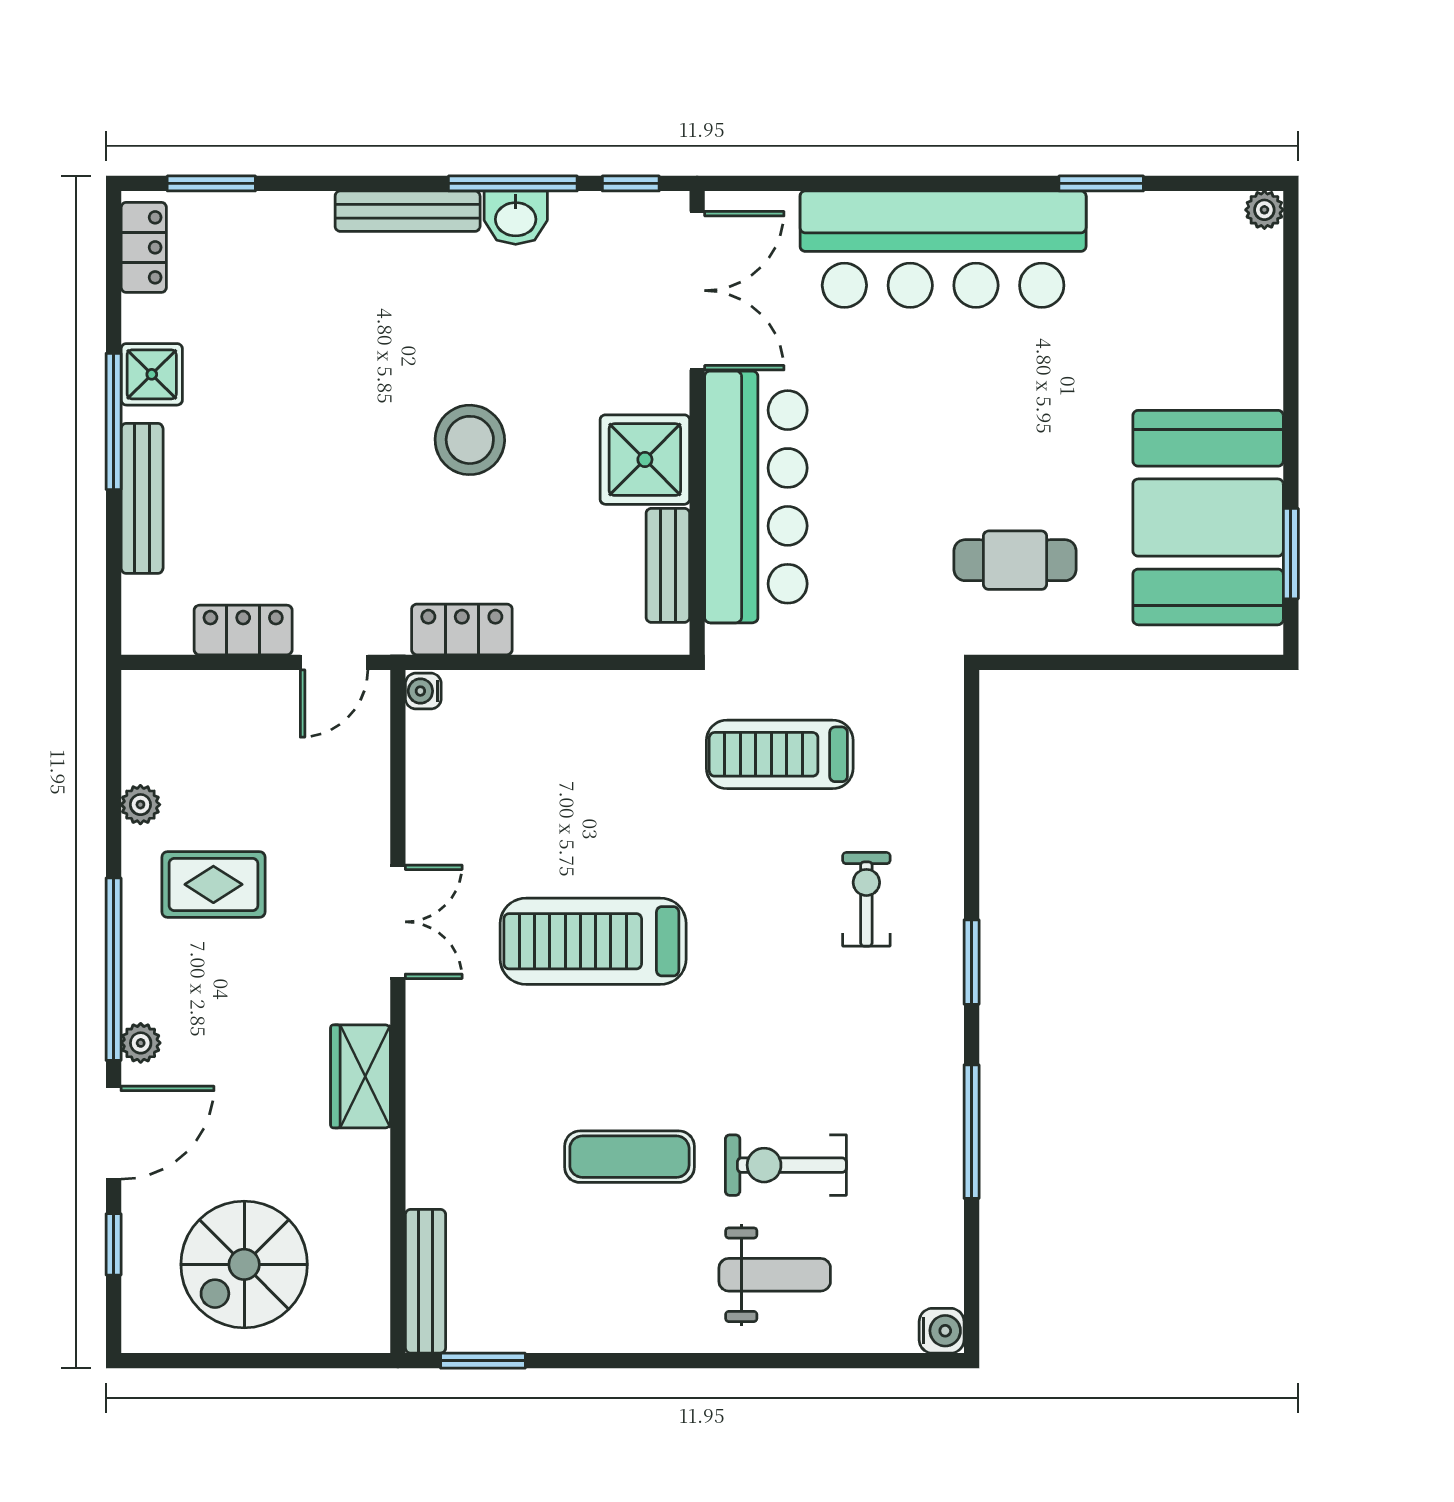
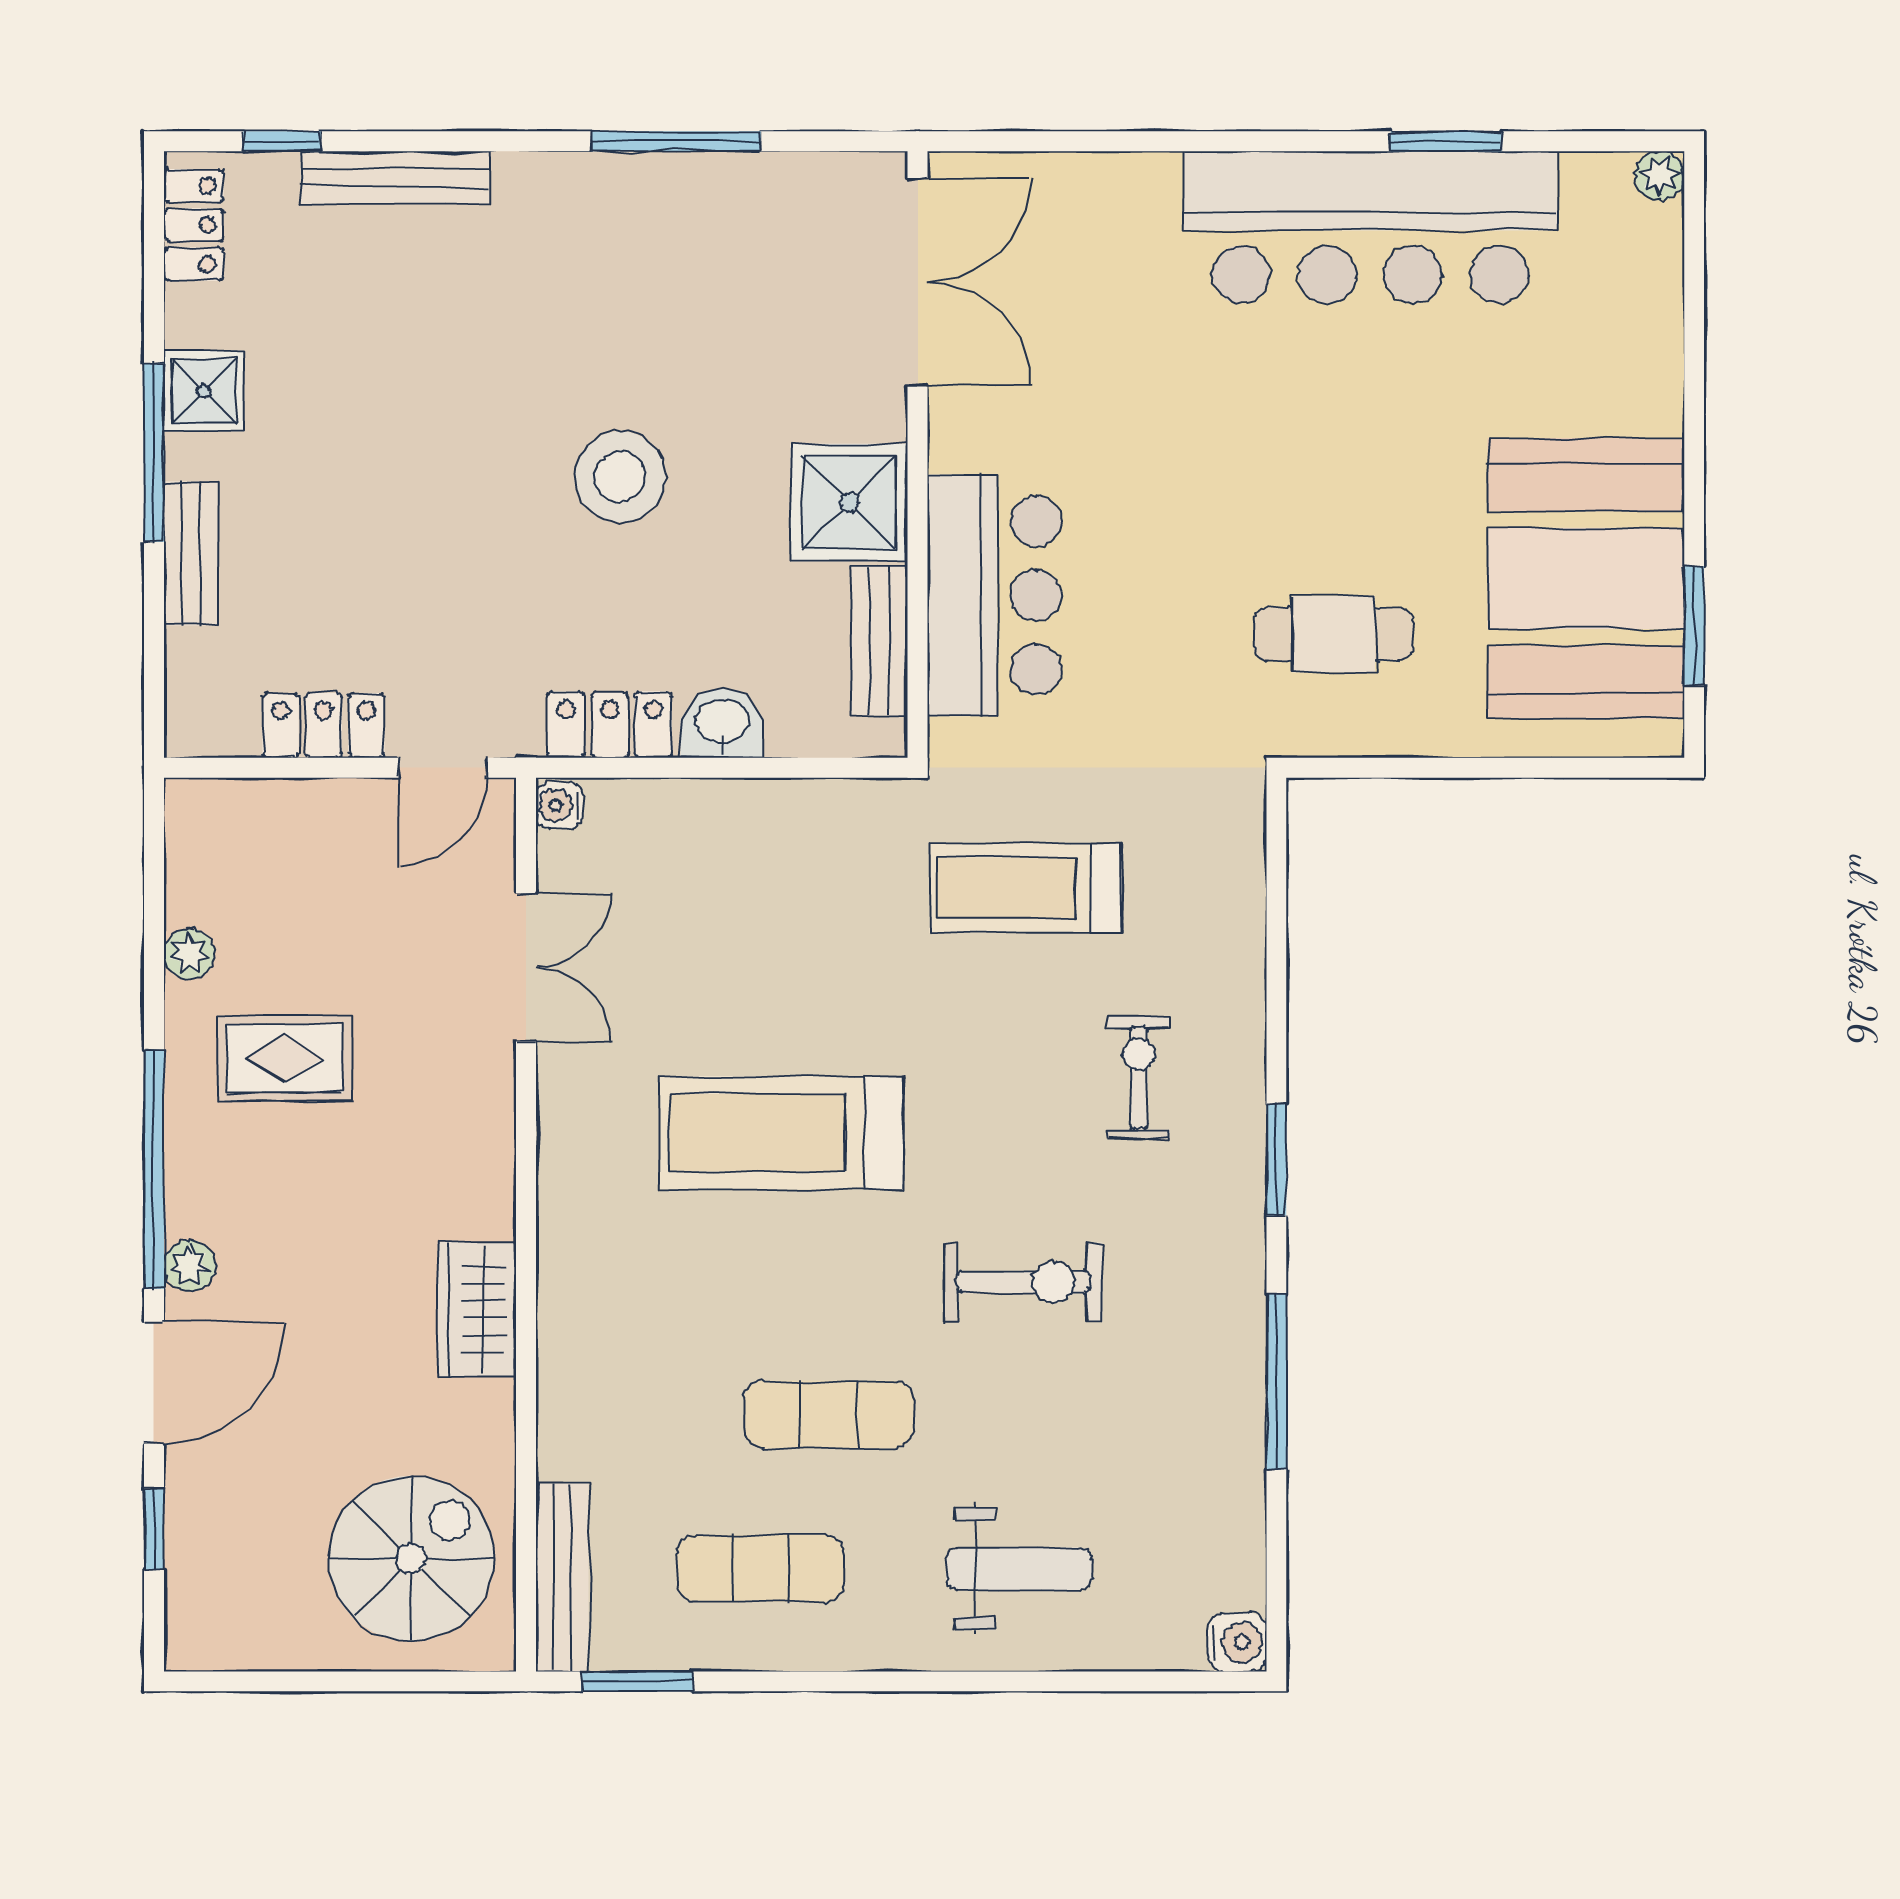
window: (211, 183) -> (282, 141), width x0.67
window: (631, 183) -> (831, 141), removed
bench: (408, 211) -> (396, 178), moved
washbasin: (516, 218) -> (722, 723), moved, turned 180
bar counter: (943, 249) -> (1370, 227), moved
bar counter: (756, 497) -> (994, 595), width x0.73
bench: (142, 498) -> (191, 553), width x0.73
double door: (398, 922) -> (526, 967), moved
exercise bike: (786, 1165) -> (1023, 1282), moved, turned 180
spiral stairs: (244, 1264) -> (411, 1558), moved, turned 180
exercise mat: (577, 1274) -> (761, 1568), added

